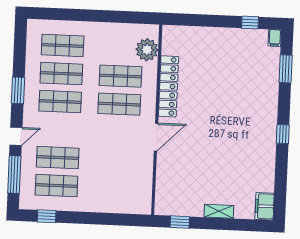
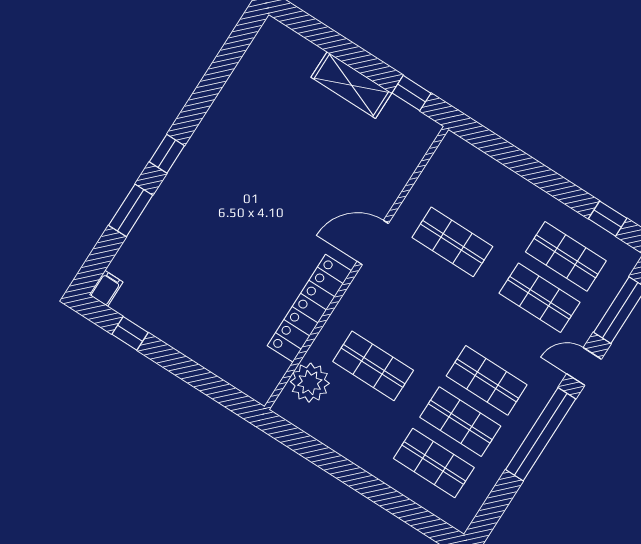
window: (286, 69) -> (131, 210), moved
window: (18, 90) -> (541, 434), width x2.11
shop shelf: (119, 104) -> (452, 242), moved
window: (283, 134) -> (167, 154), moved
filing cabinet: (265, 206) -> (269, 43), removed
shelving: (219, 211) -> (351, 85), width x1.50, depth x1.33

